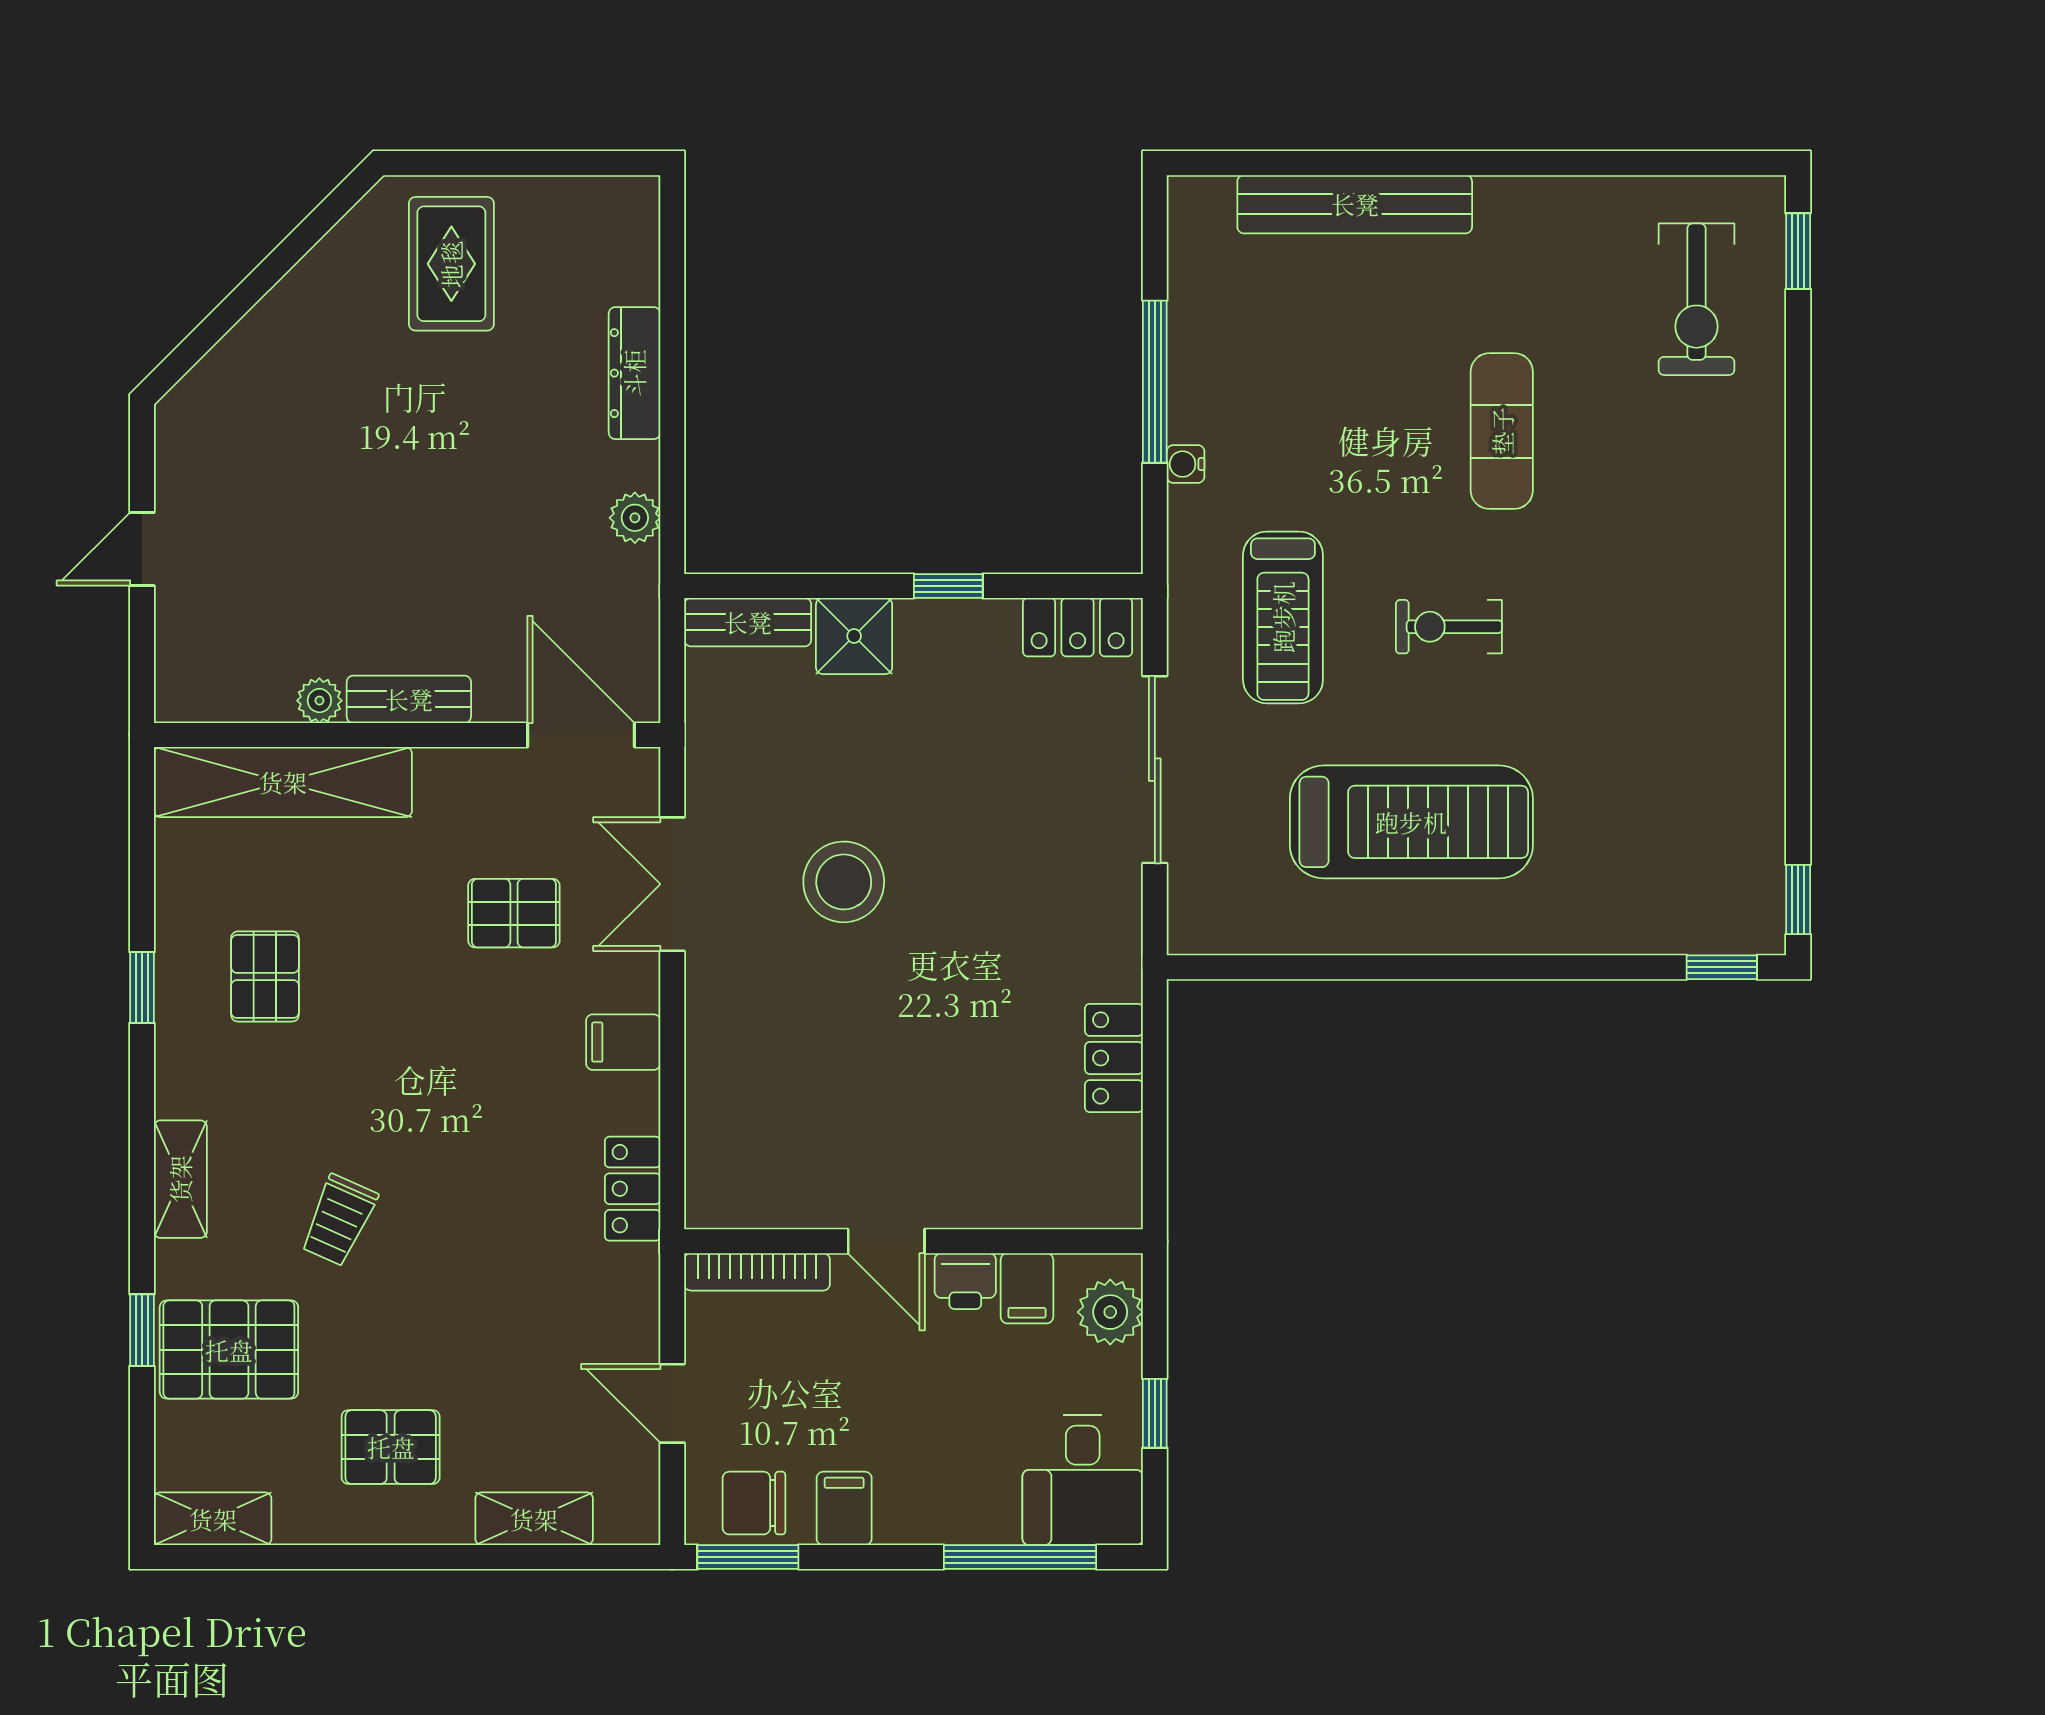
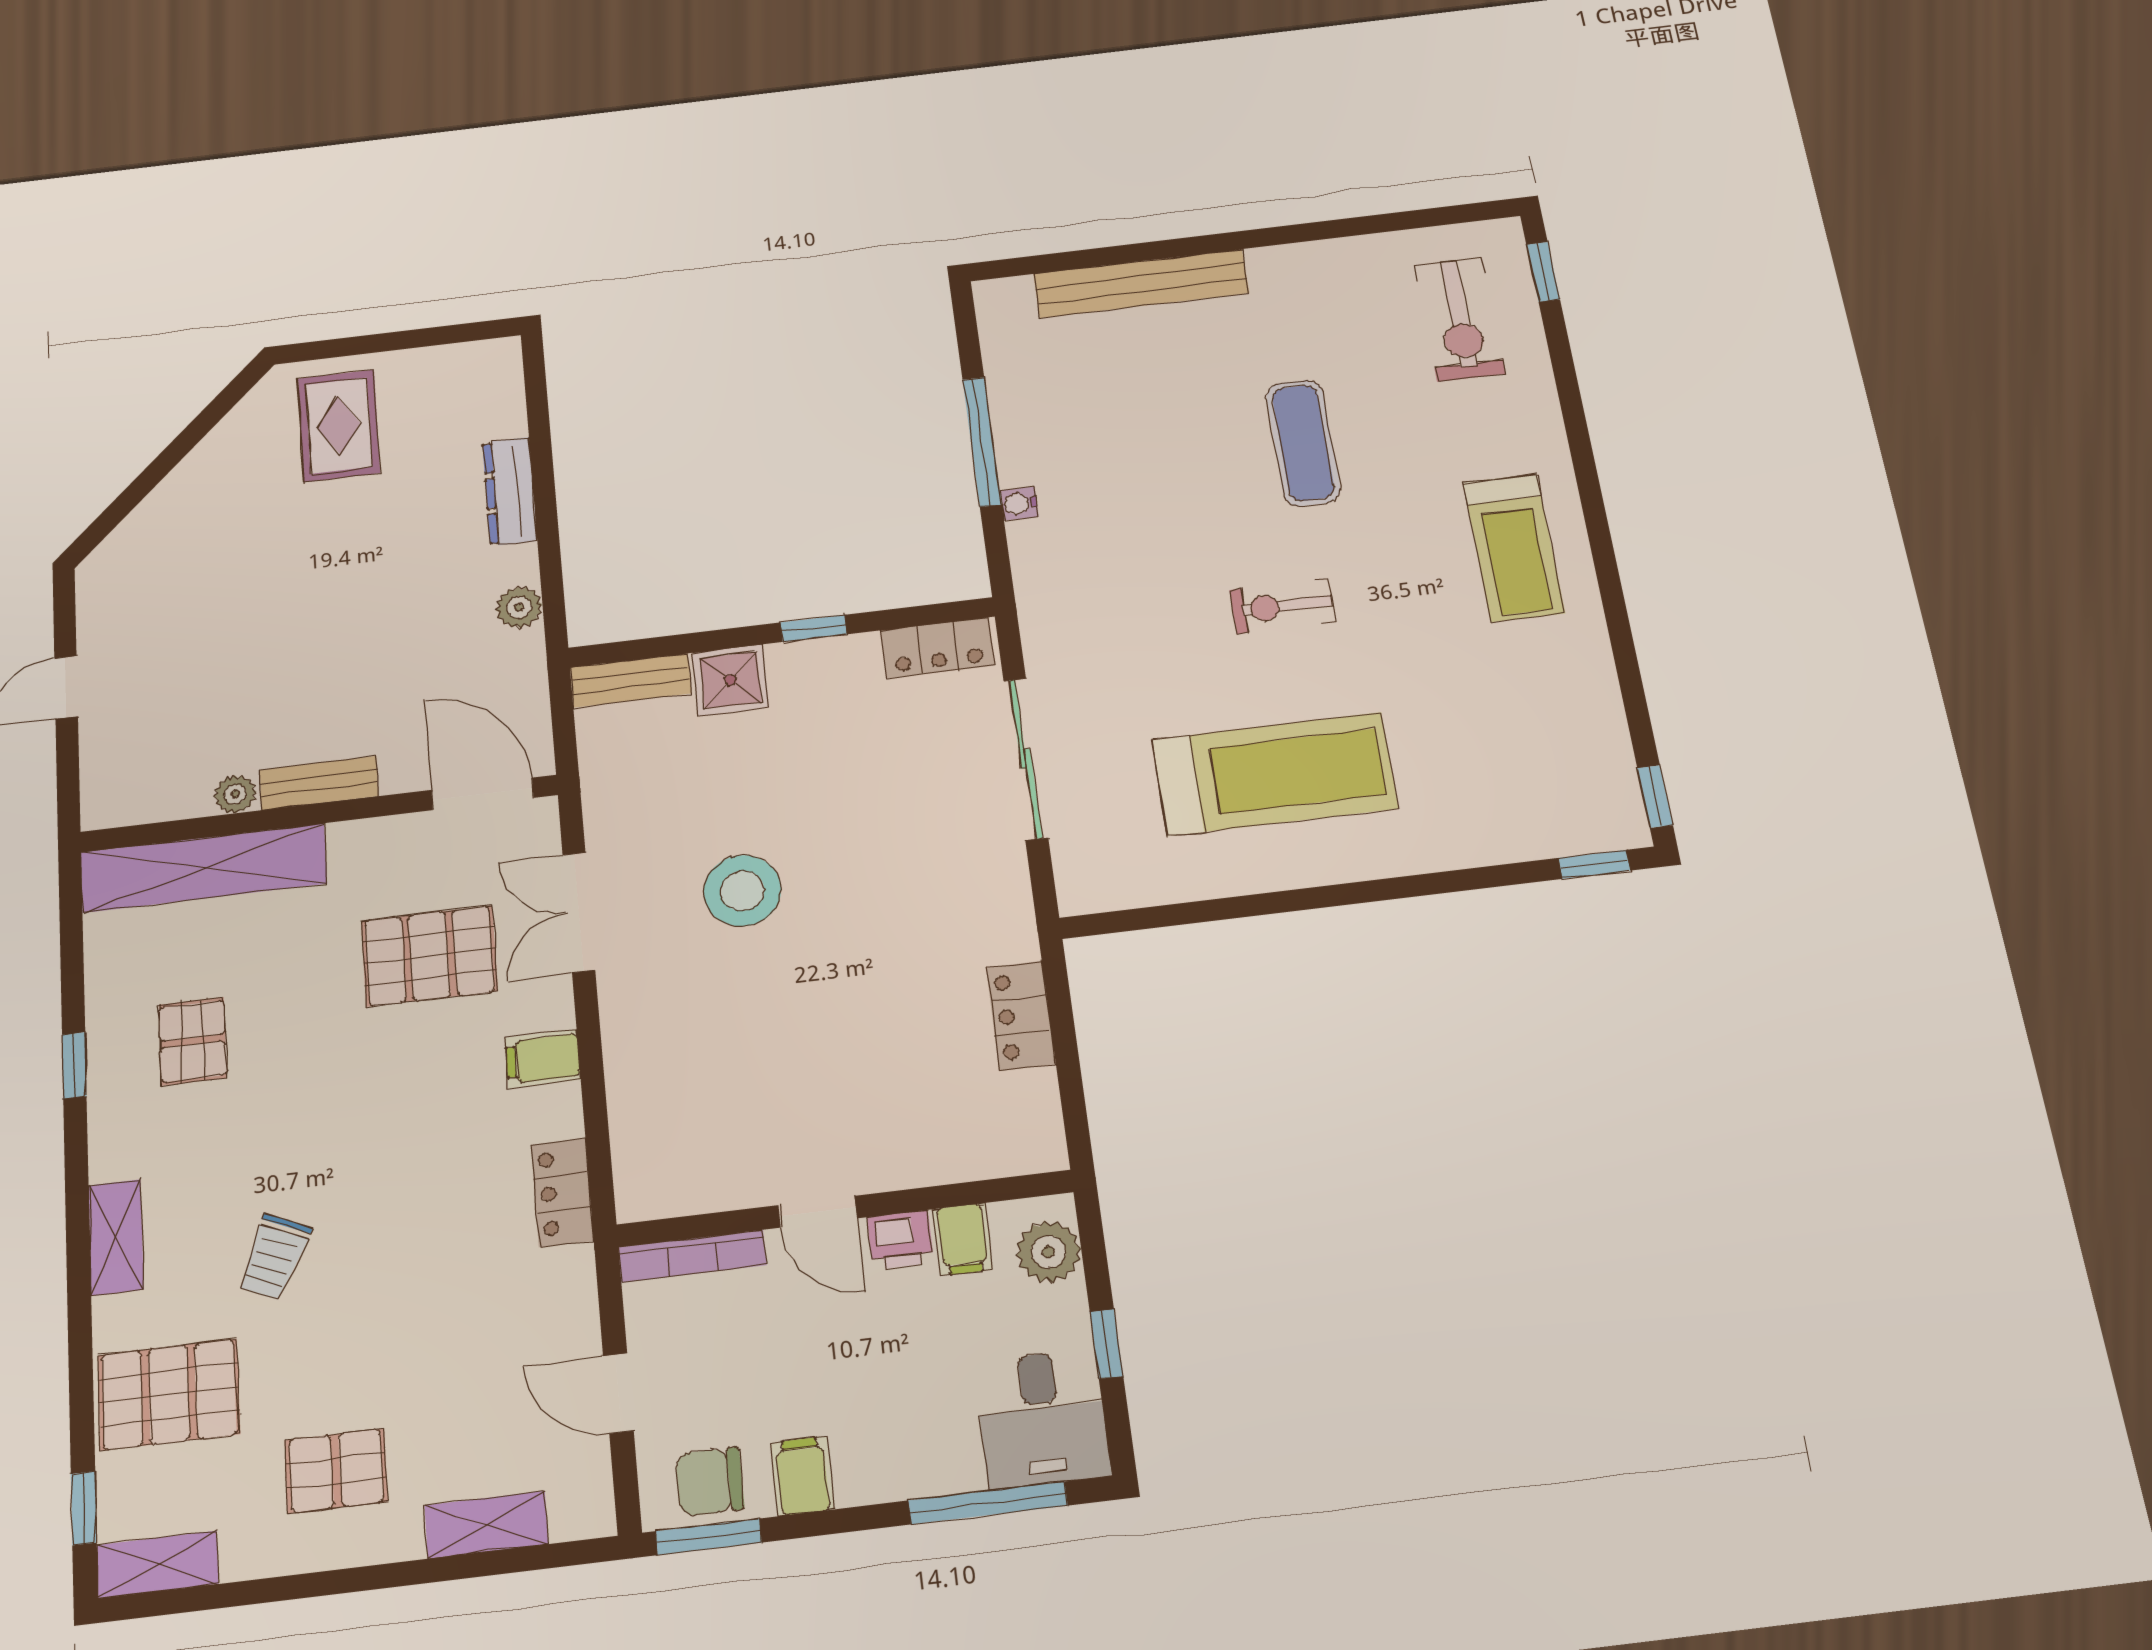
treadmill: (1283, 617) -> (1514, 548), moved
pallet: (514, 913) -> (429, 956), width x1.50, depth x1.42
window: (142, 1330) -> (84, 1508), moved

